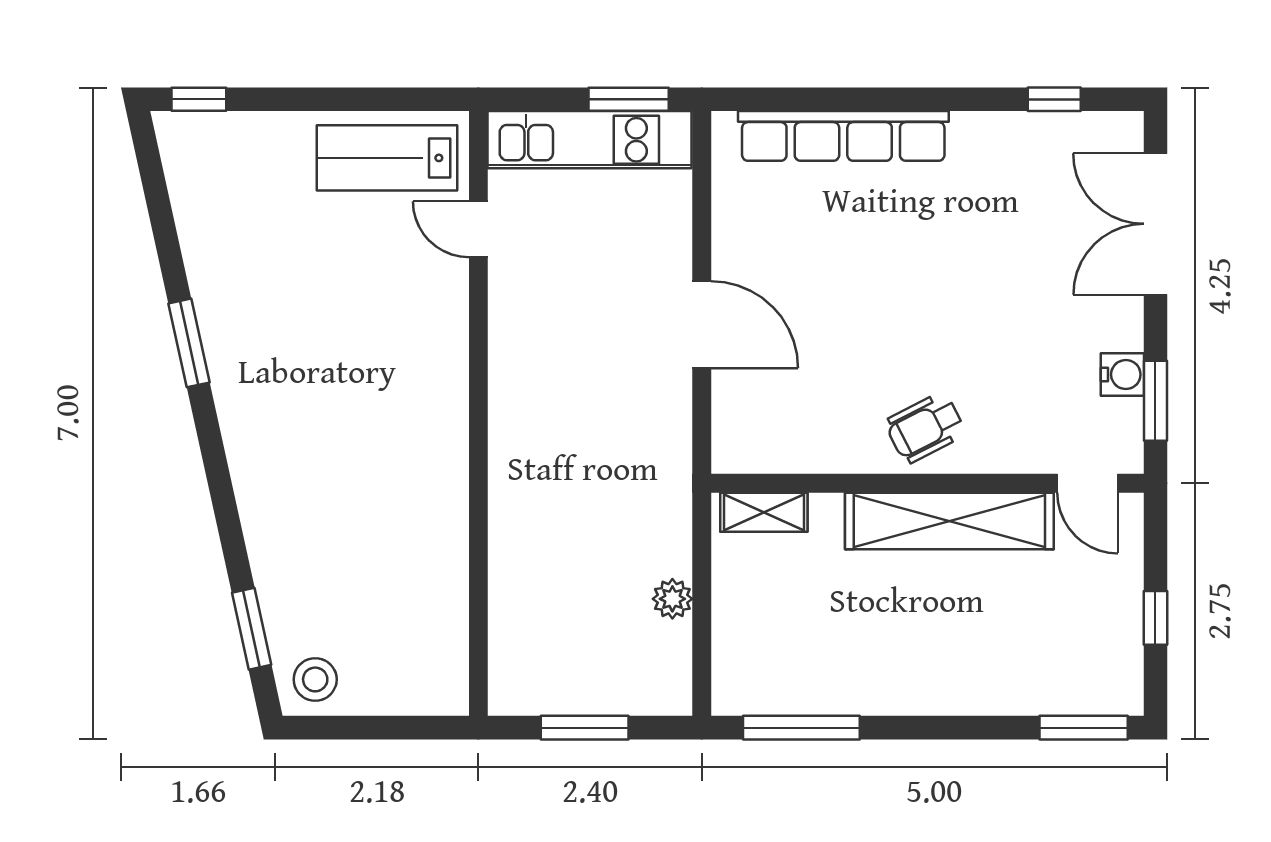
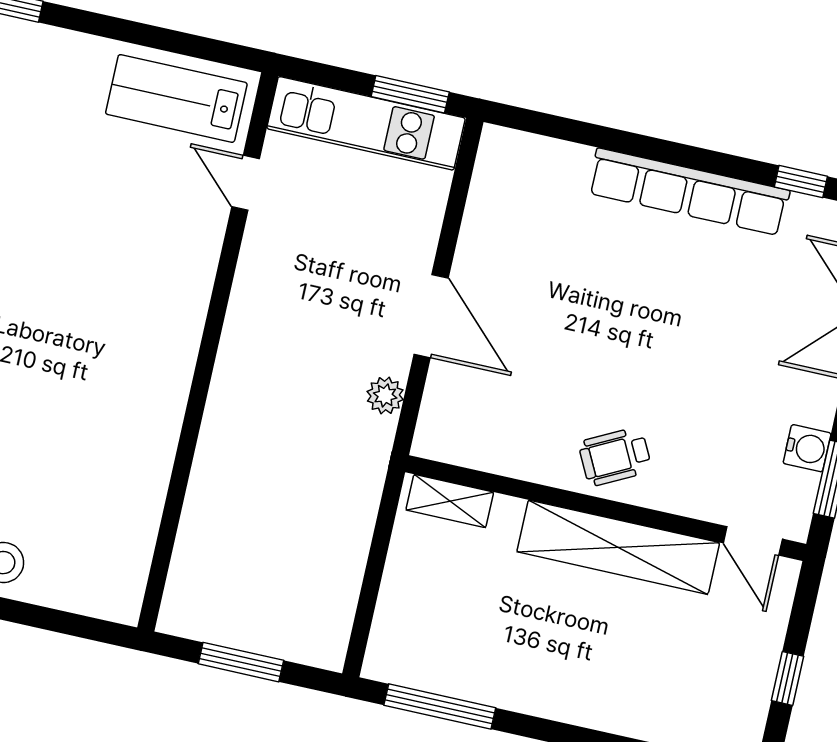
row of seats: (843, 136) -> (689, 192), moved
plant: (672, 599) -> (385, 395), moved

